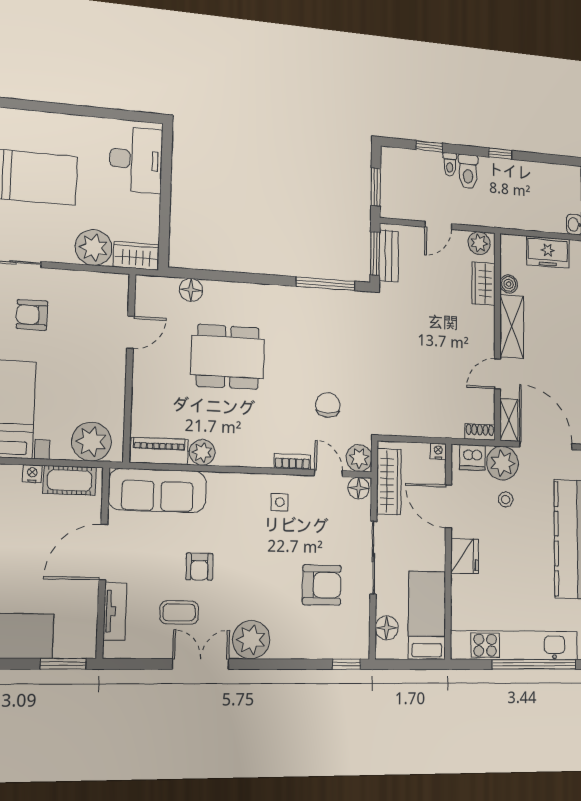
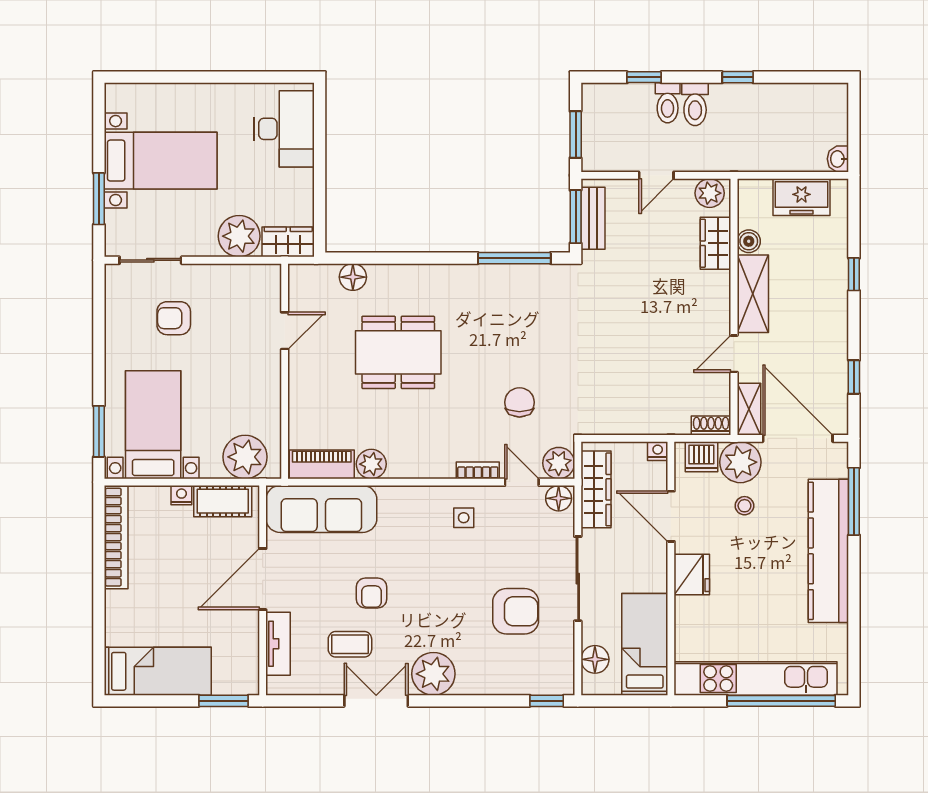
toilet: (450, 164) -> (668, 103), width x1.37, depth x1.39

